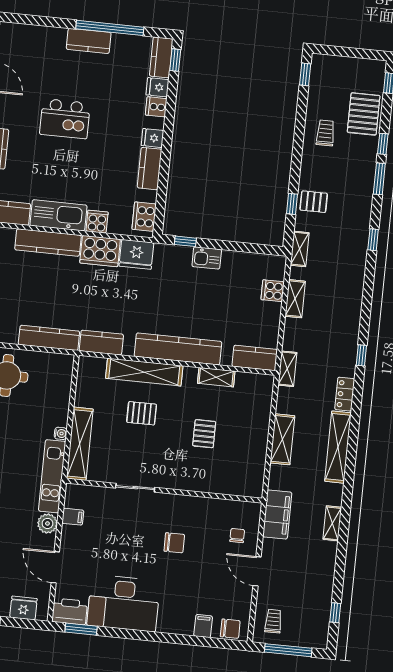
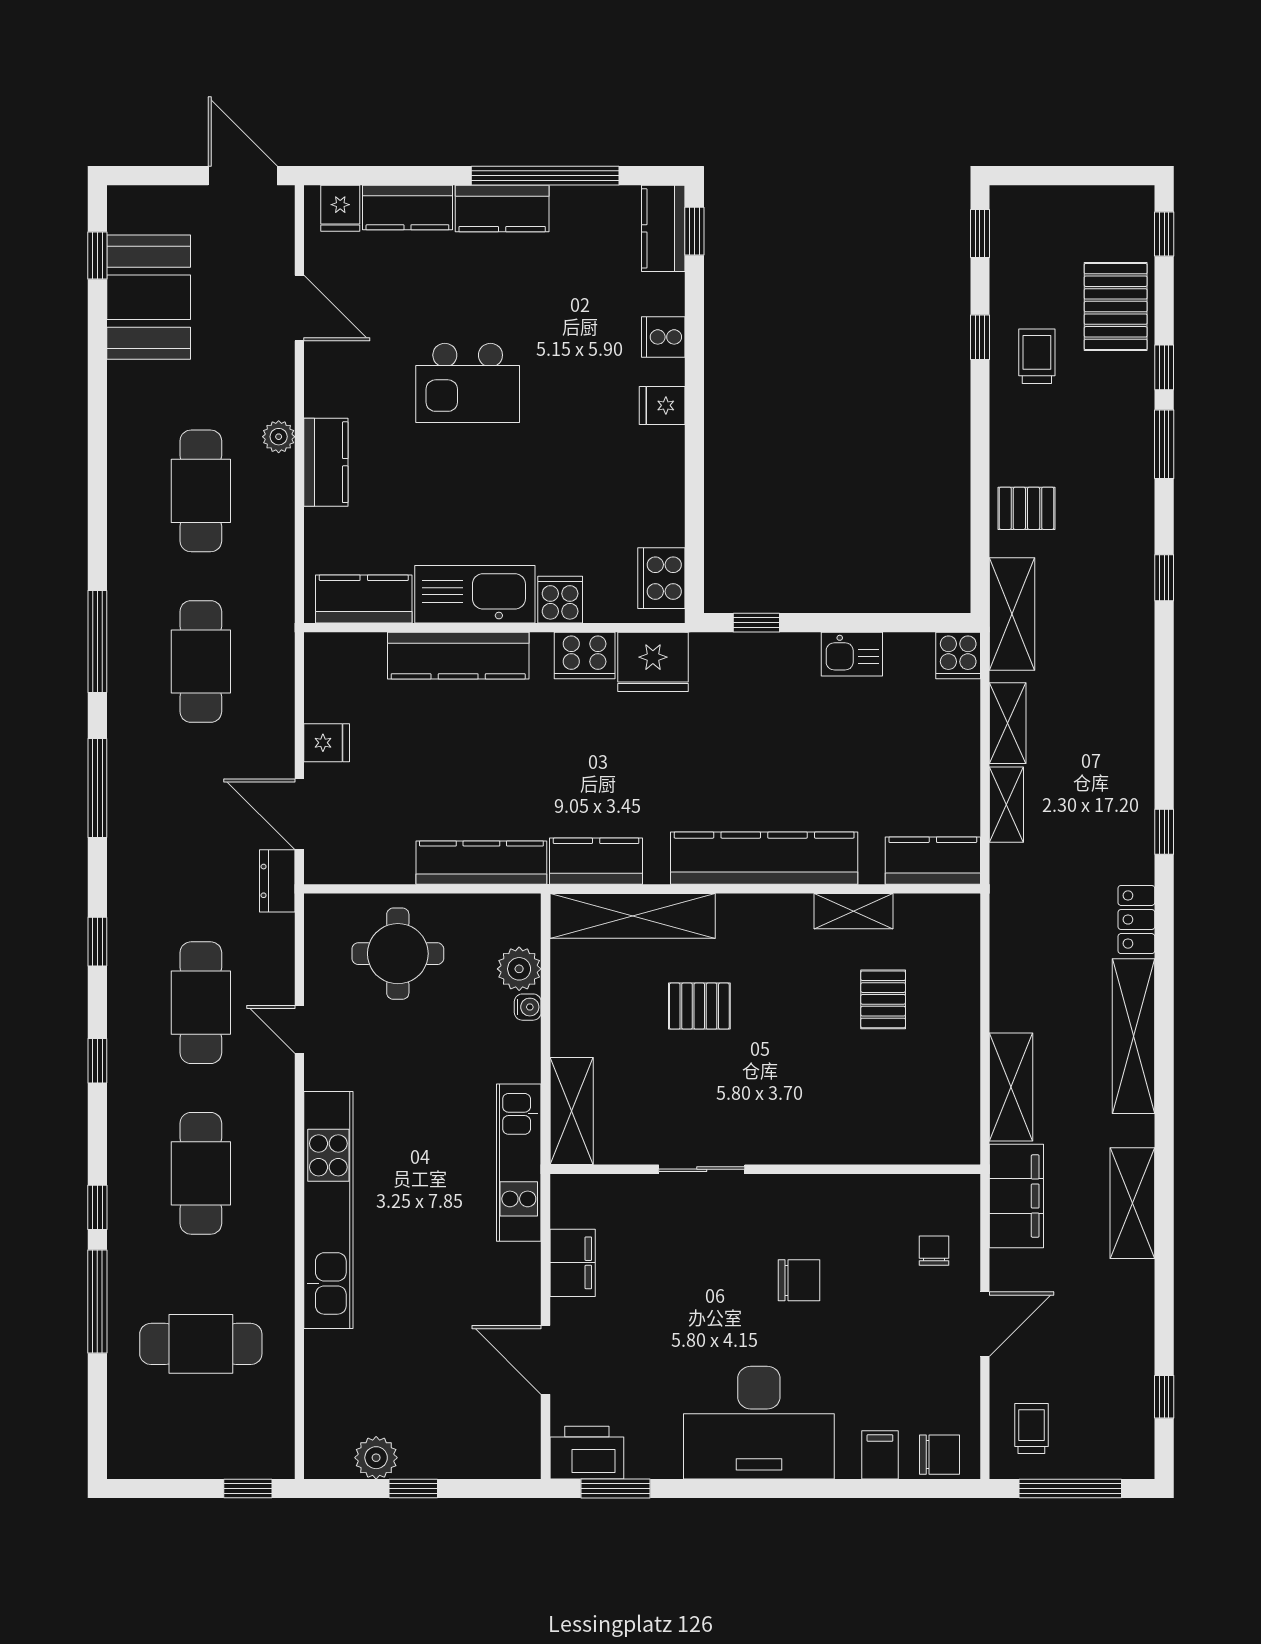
fridge: (157, 87) -> (340, 208), moved, turned -90
kitchen counter: (150, 169) -> (407, 208), moved, turned -90
window: (292, 204) -> (980, 337), moved
shelving: (300, 249) -> (1012, 614), width x1.50, depth x1.33
cooker: (100, 251) -> (585, 655), width x0.73, depth x0.76
kitchen sink: (207, 258) -> (852, 654), moved
cooker: (273, 291) -> (958, 656), moved, turned -90
shelving: (287, 369) -> (1006, 805), moved
shelving: (144, 372) -> (633, 916), moved
water cooler: (61, 433) -> (528, 1007), moved
pallet: (204, 434) -> (883, 999), moved
shelving: (282, 439) -> (1011, 1087), moved
shelving: (80, 444) -> (572, 1111), width x0.68
filing cabinet: (73, 517) -> (573, 1263), width x2.00
plant: (47, 523) -> (519, 969), moved
shelving: (332, 523) -> (1132, 1203), width x1.50, depth x1.33
door: (257, 571) -> (985, 1324), swing flipped
desk: (124, 603) -> (759, 1423), moved
fridge: (23, 608) -> (486, 1455), removed

